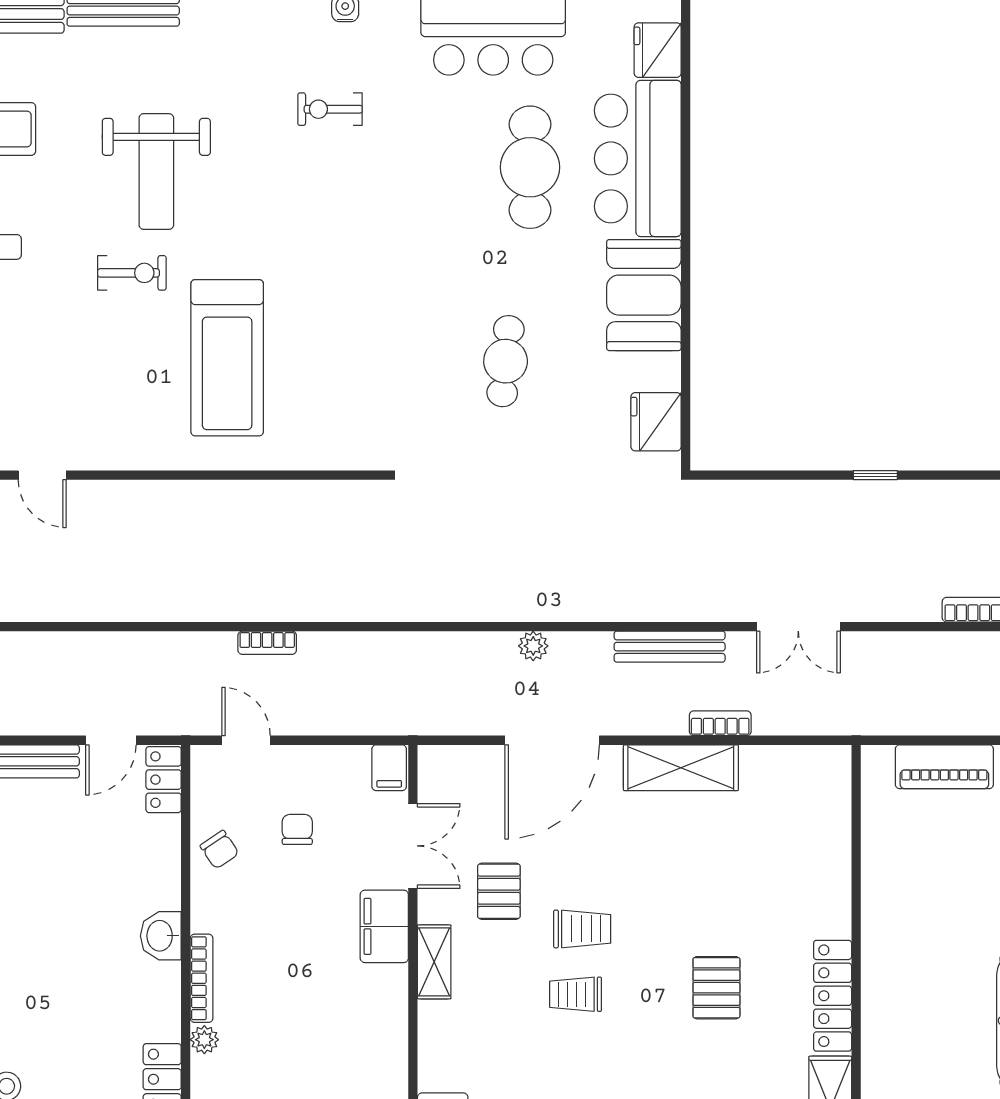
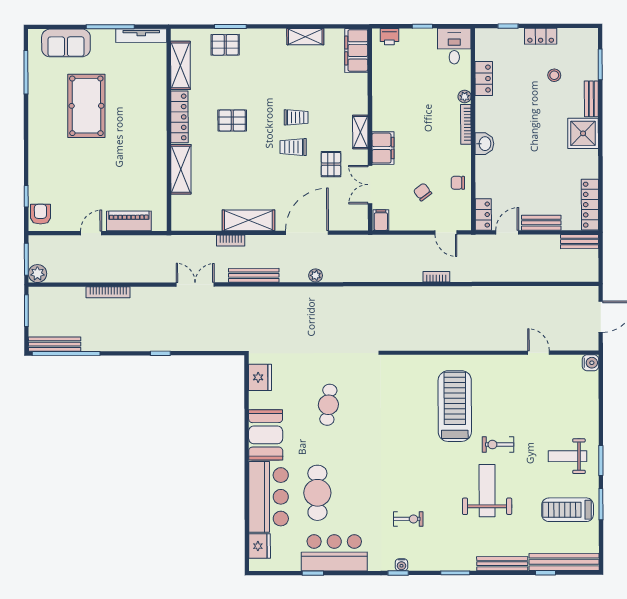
chair: (297, 829) -> (423, 192), turned 143
chair: (219, 850) -> (458, 183), turned -56
shelving: (830, 881) -> (181, 169), added
pallet: (716, 988) -> (232, 121), turned 90

